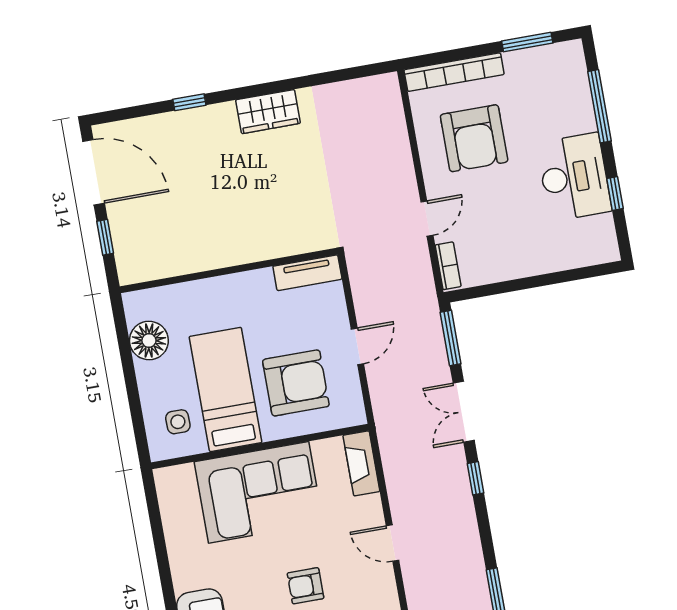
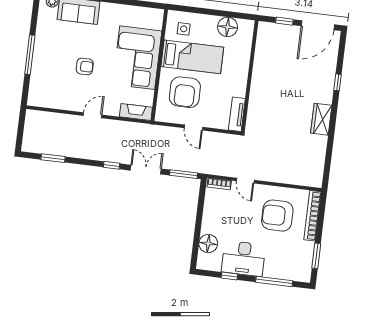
floor lamp: (566, 252) -> (208, 243), added
armchair: (305, 586) -> (85, 66), turned 90

